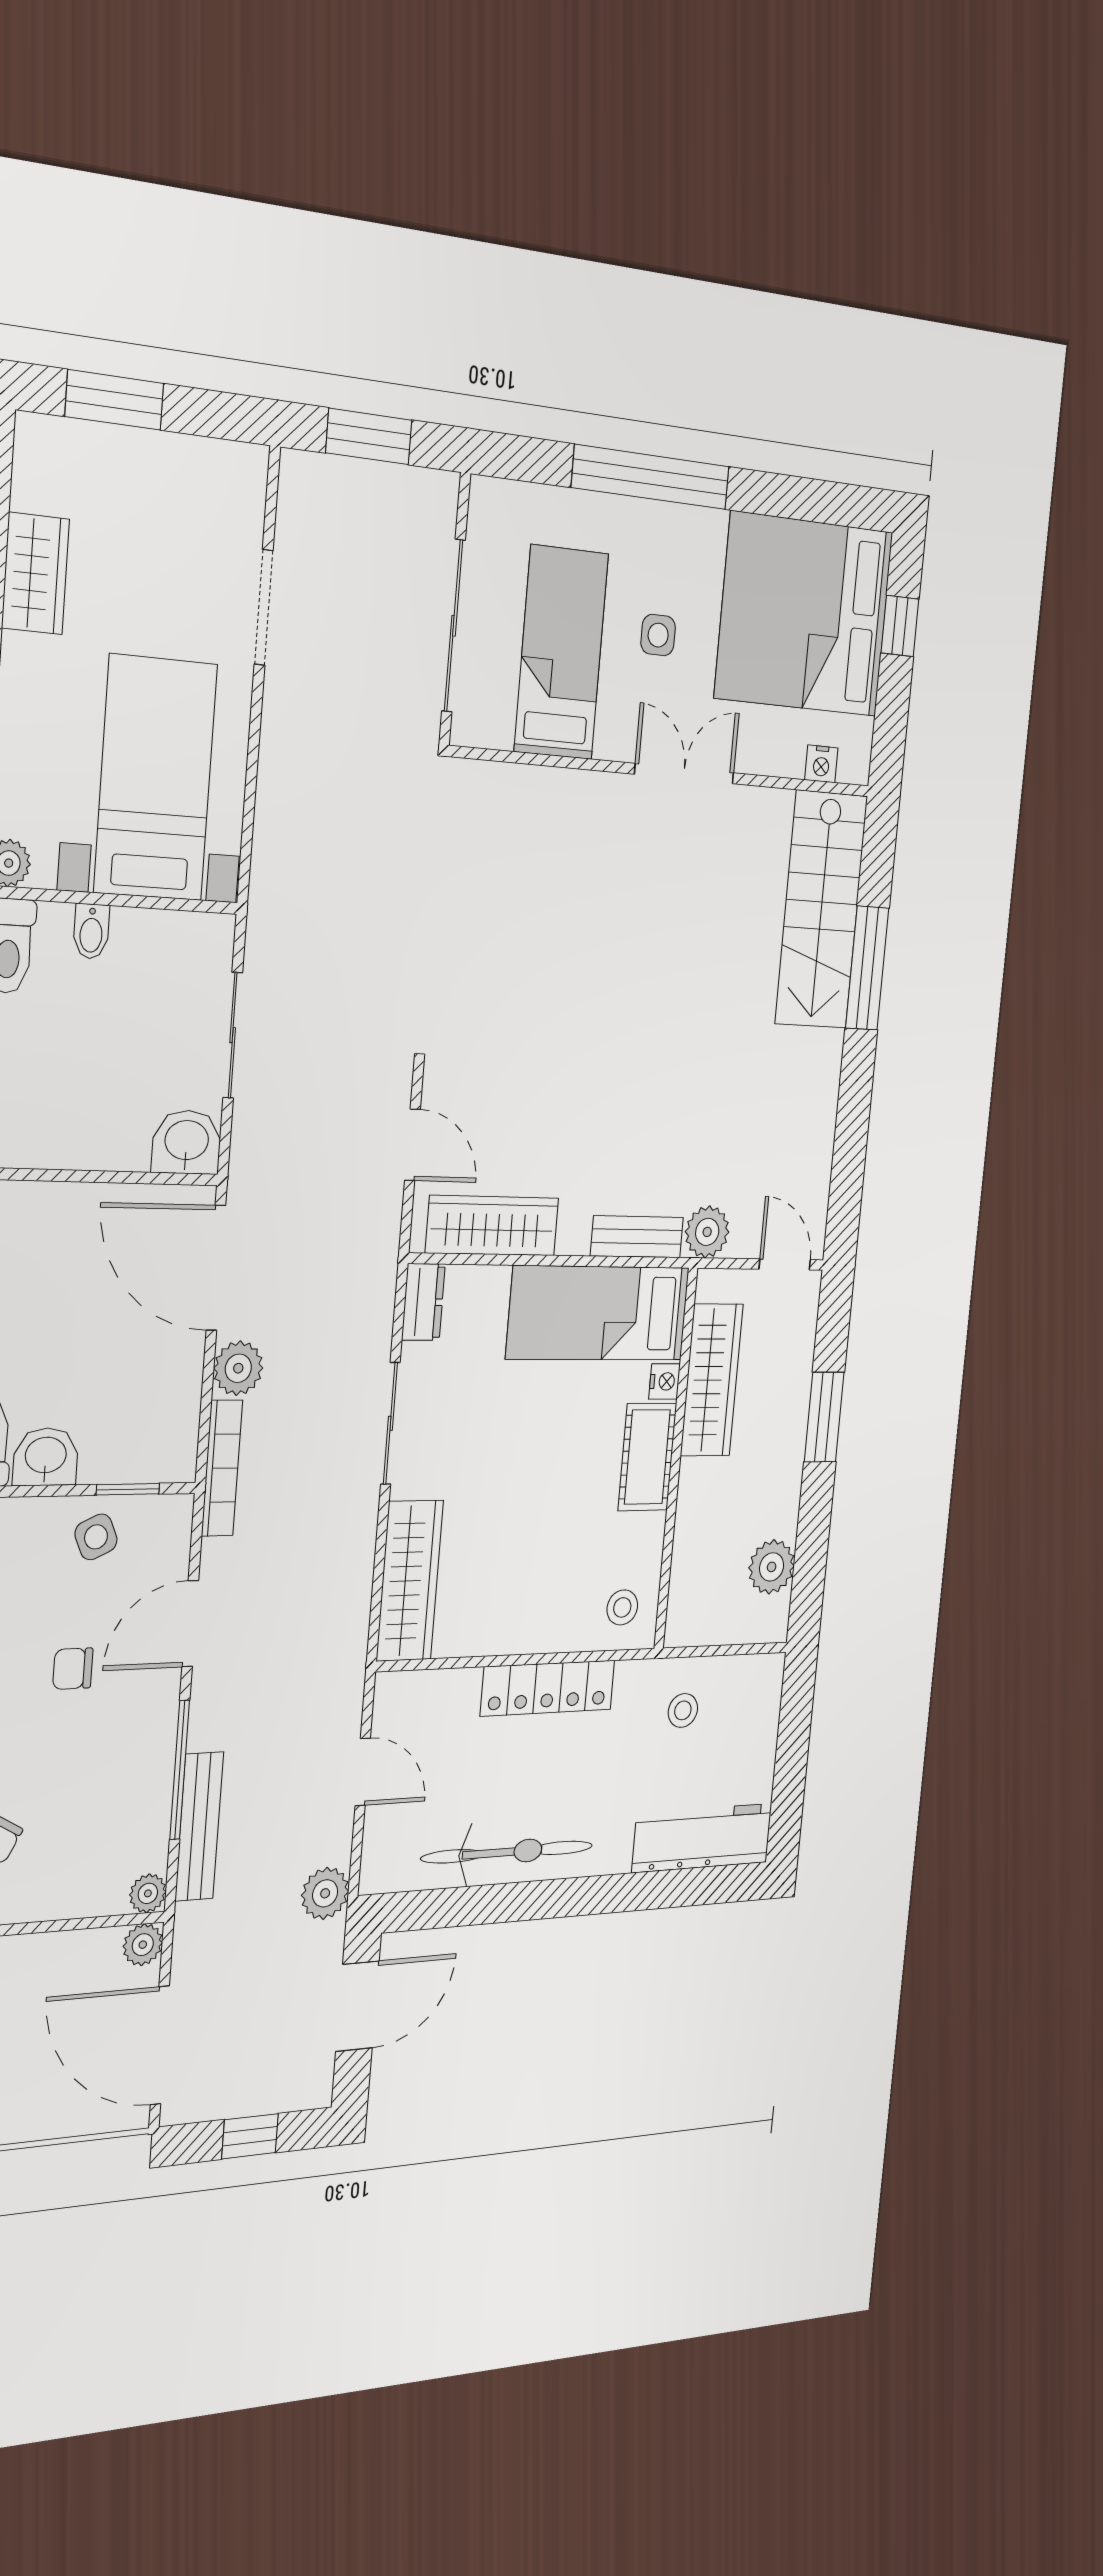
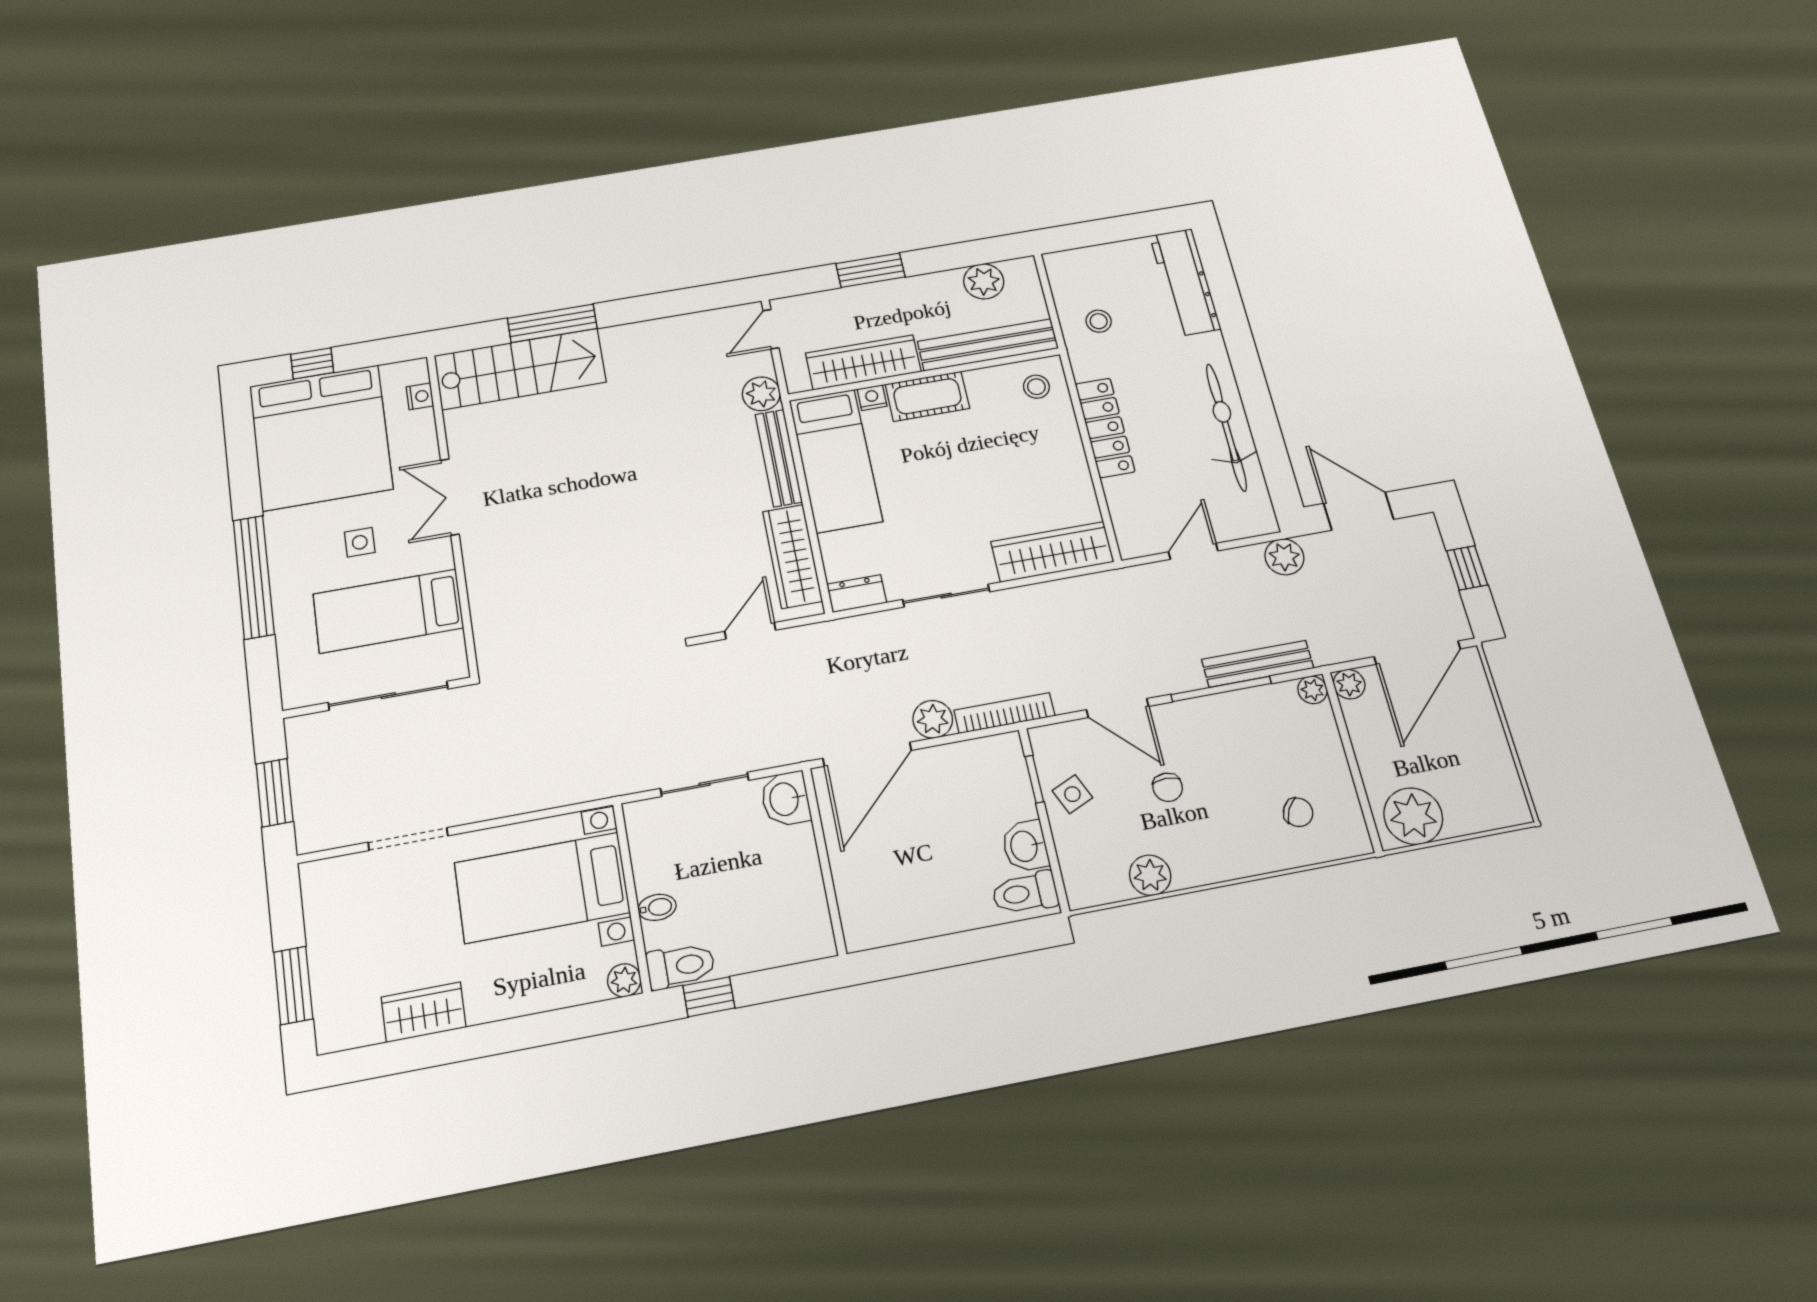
bench: (637, 1237) -> (779, 458), width x1.36
bench: (691, 1554) -> (988, 345), added

